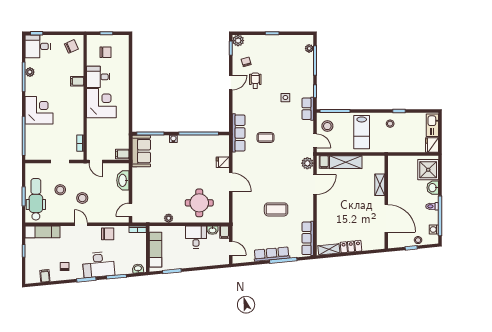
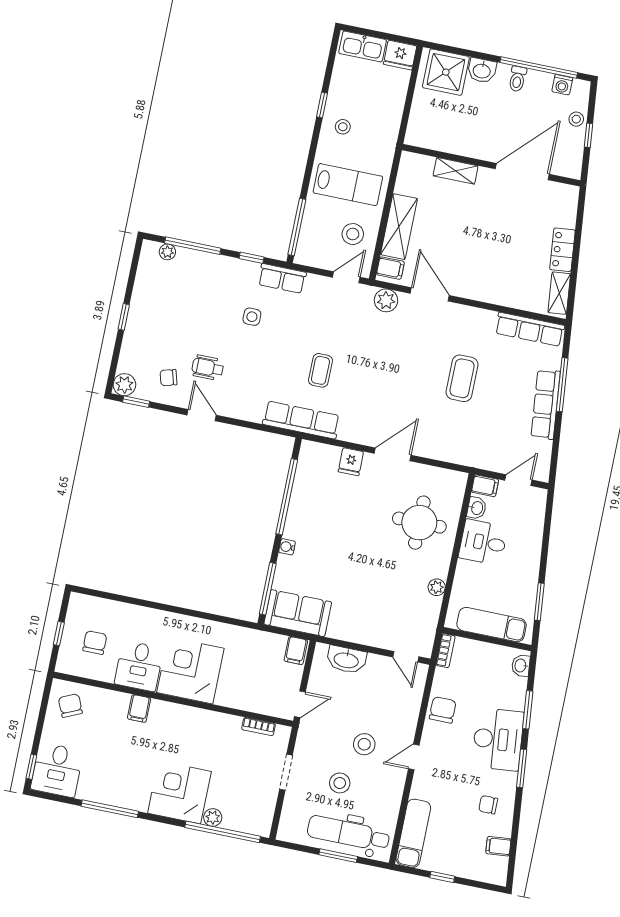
plant: (30, 72) -> (213, 817), moved
stool: (327, 126) -> (353, 234), moved

